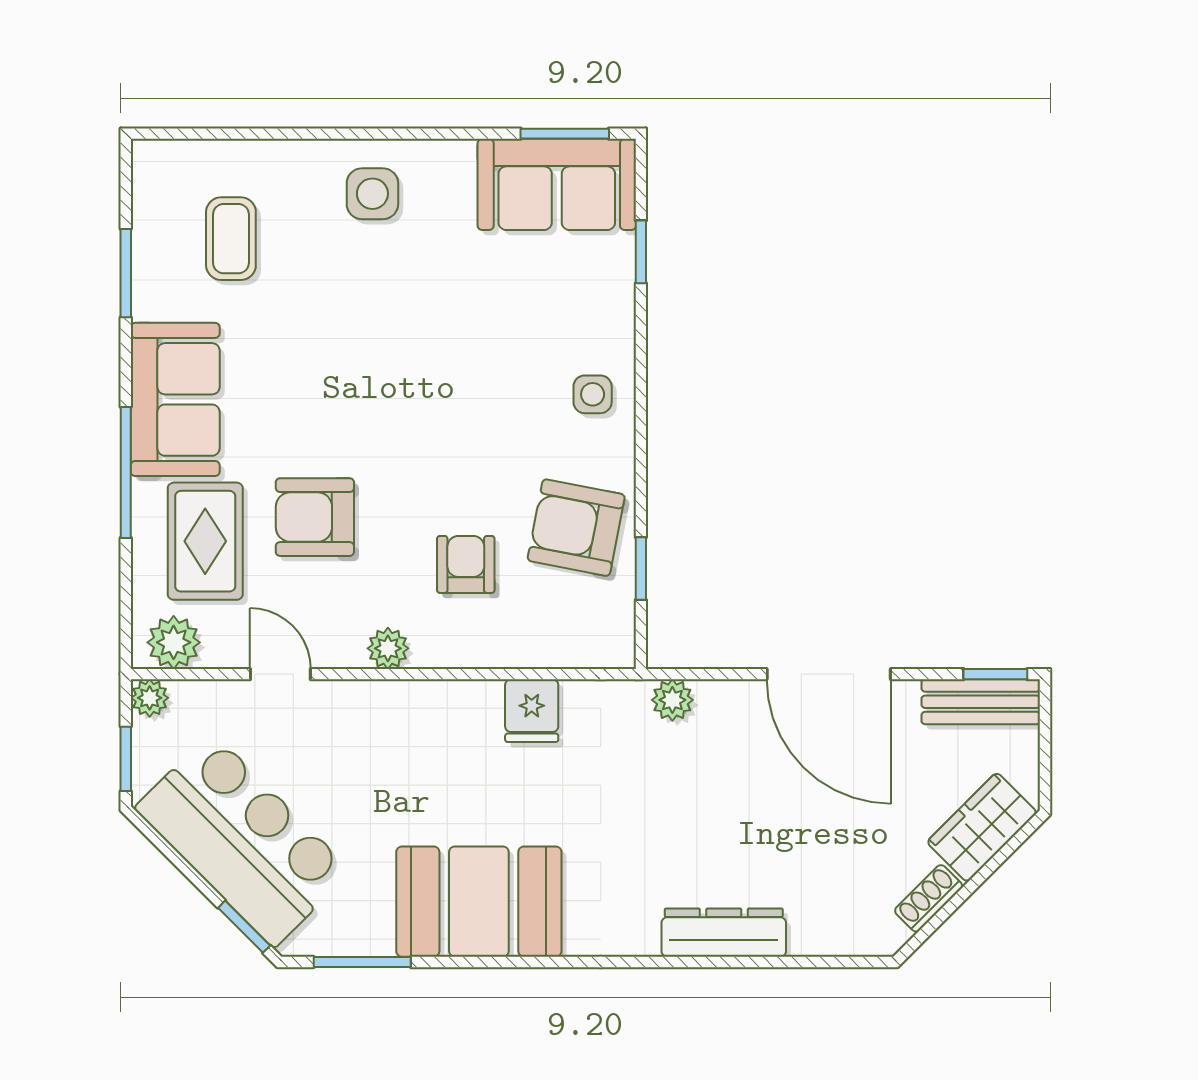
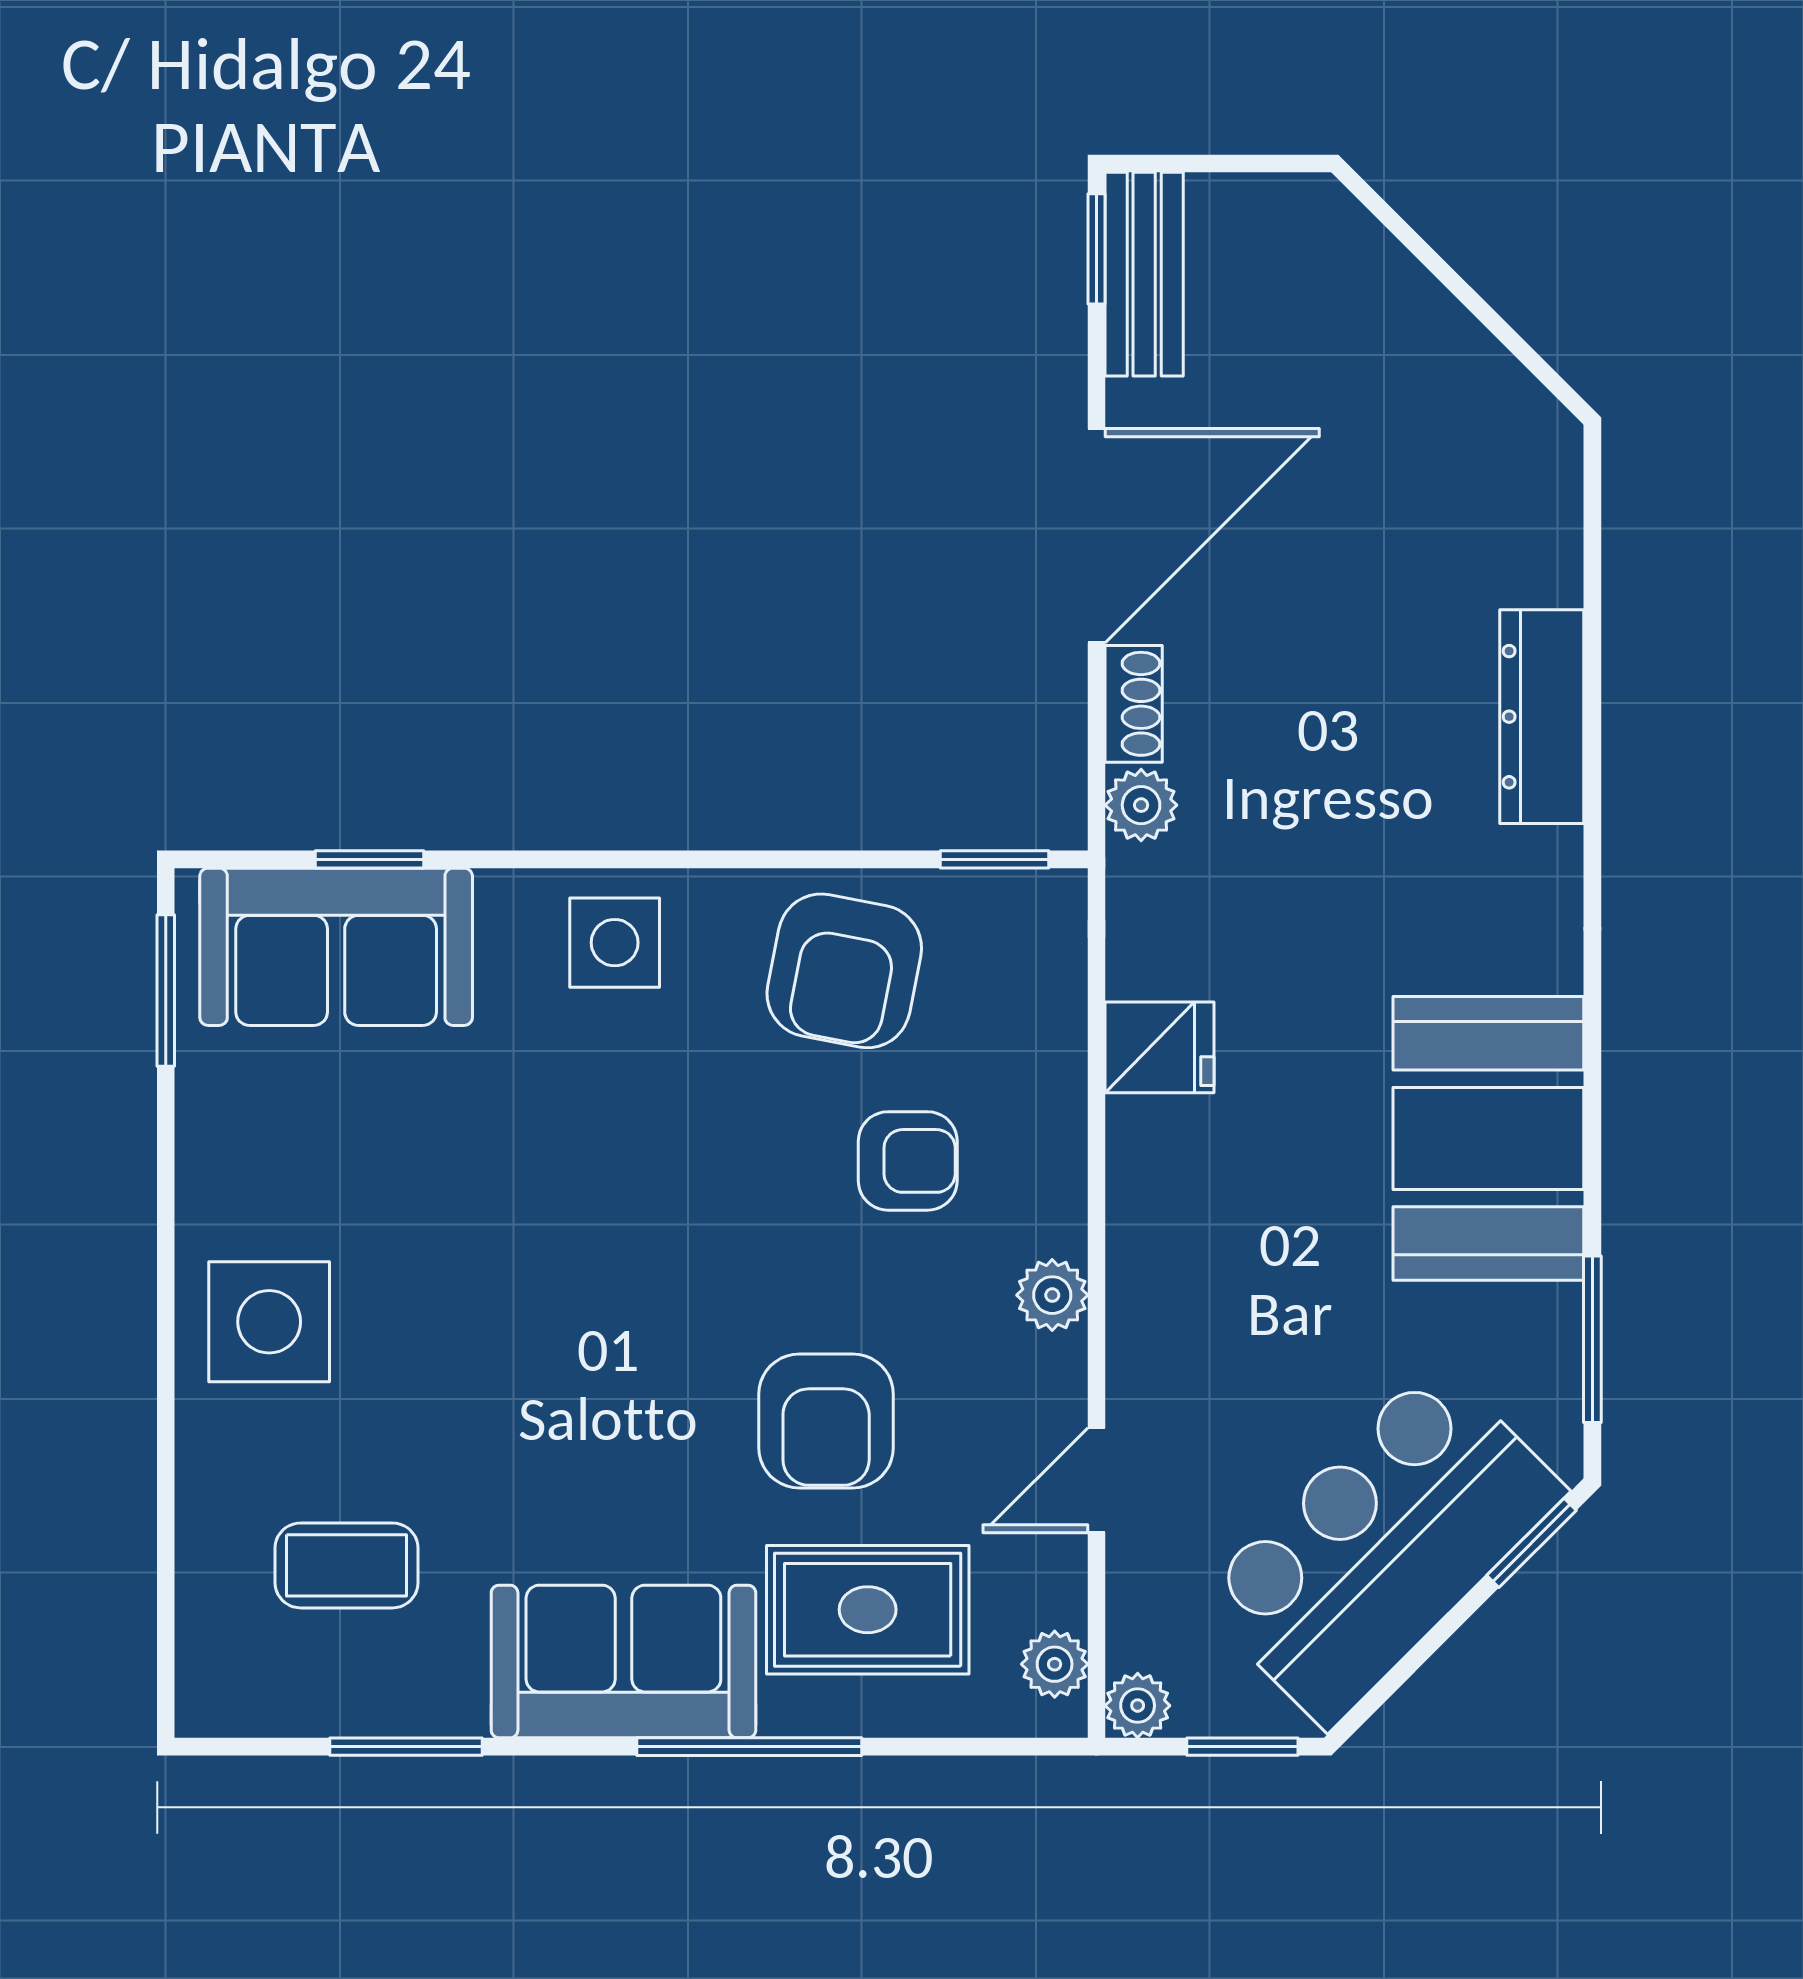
sofa: (557, 184) -> (336, 947), moved, turned 90
side table: (372, 194) -> (269, 1322), width x1.37, depth x1.37
side table: (593, 394) -> (615, 943), width x1.37, depth x1.37
armchair: (466, 564) -> (908, 1161), turned 180
window: (641, 569) -> (995, 859), moved
plant: (174, 642) -> (1055, 1664), width x0.73, depth x0.73
wardrobe: (982, 827) -> (1360, 272), removed
shoe rack: (929, 898) -> (1134, 704), moved, turned -135

